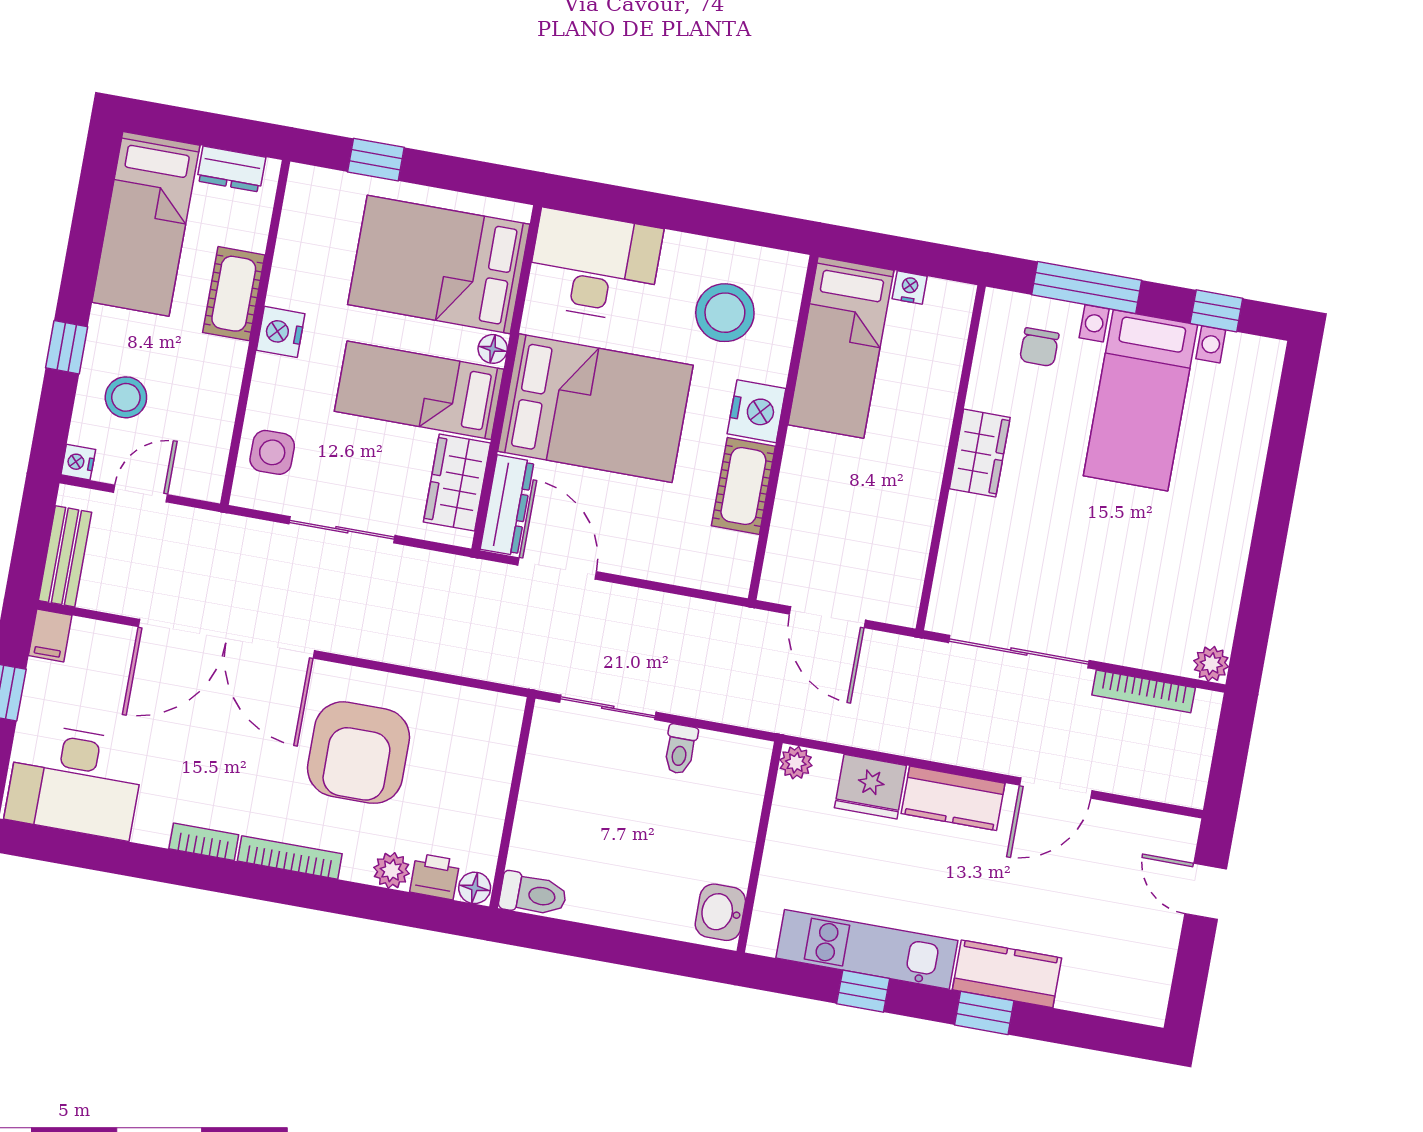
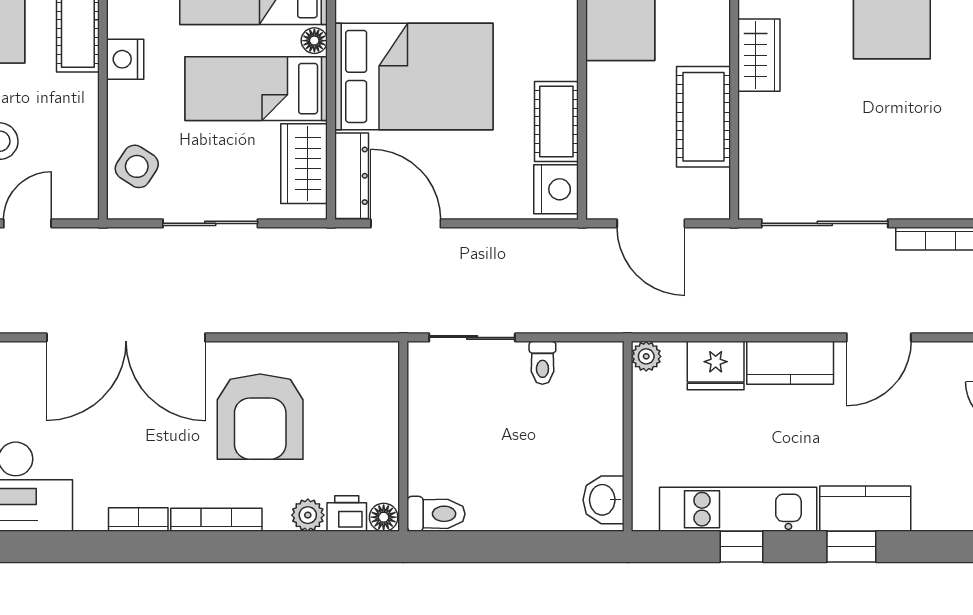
nightstand: (757, 411) -> (556, 189), moved
side table: (272, 452) -> (137, 166), turned 33
cot: (906, 510) -> (703, 117), added

